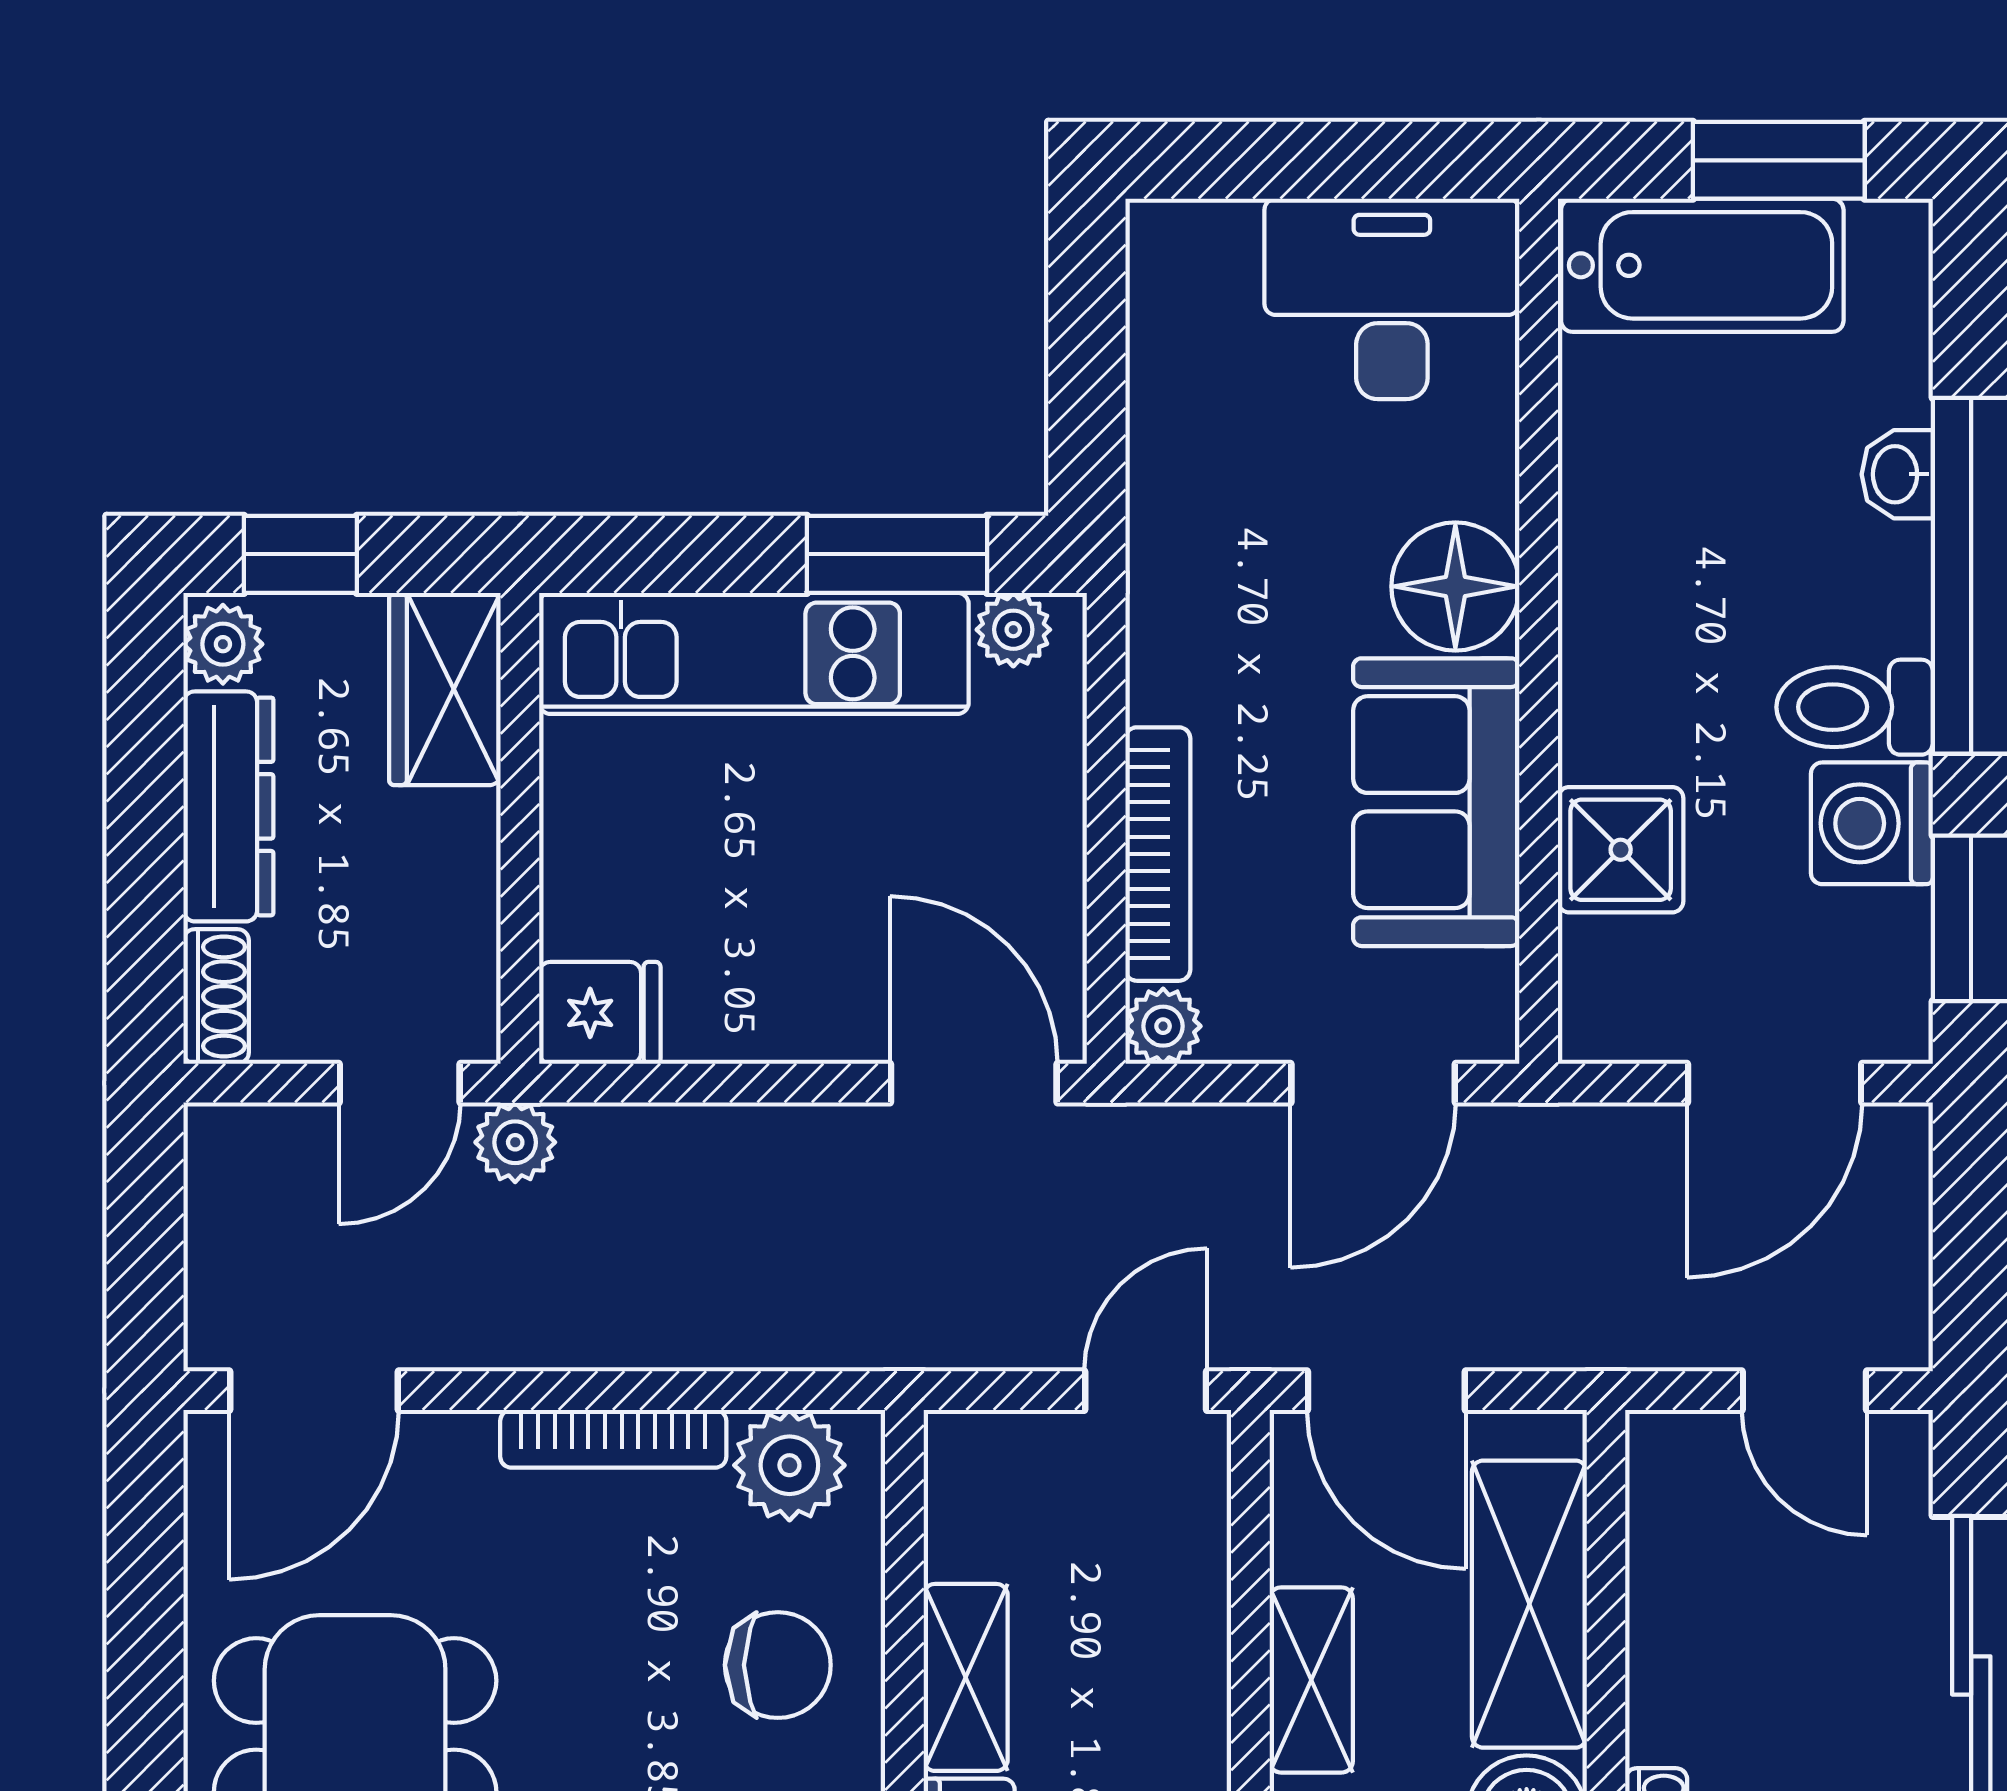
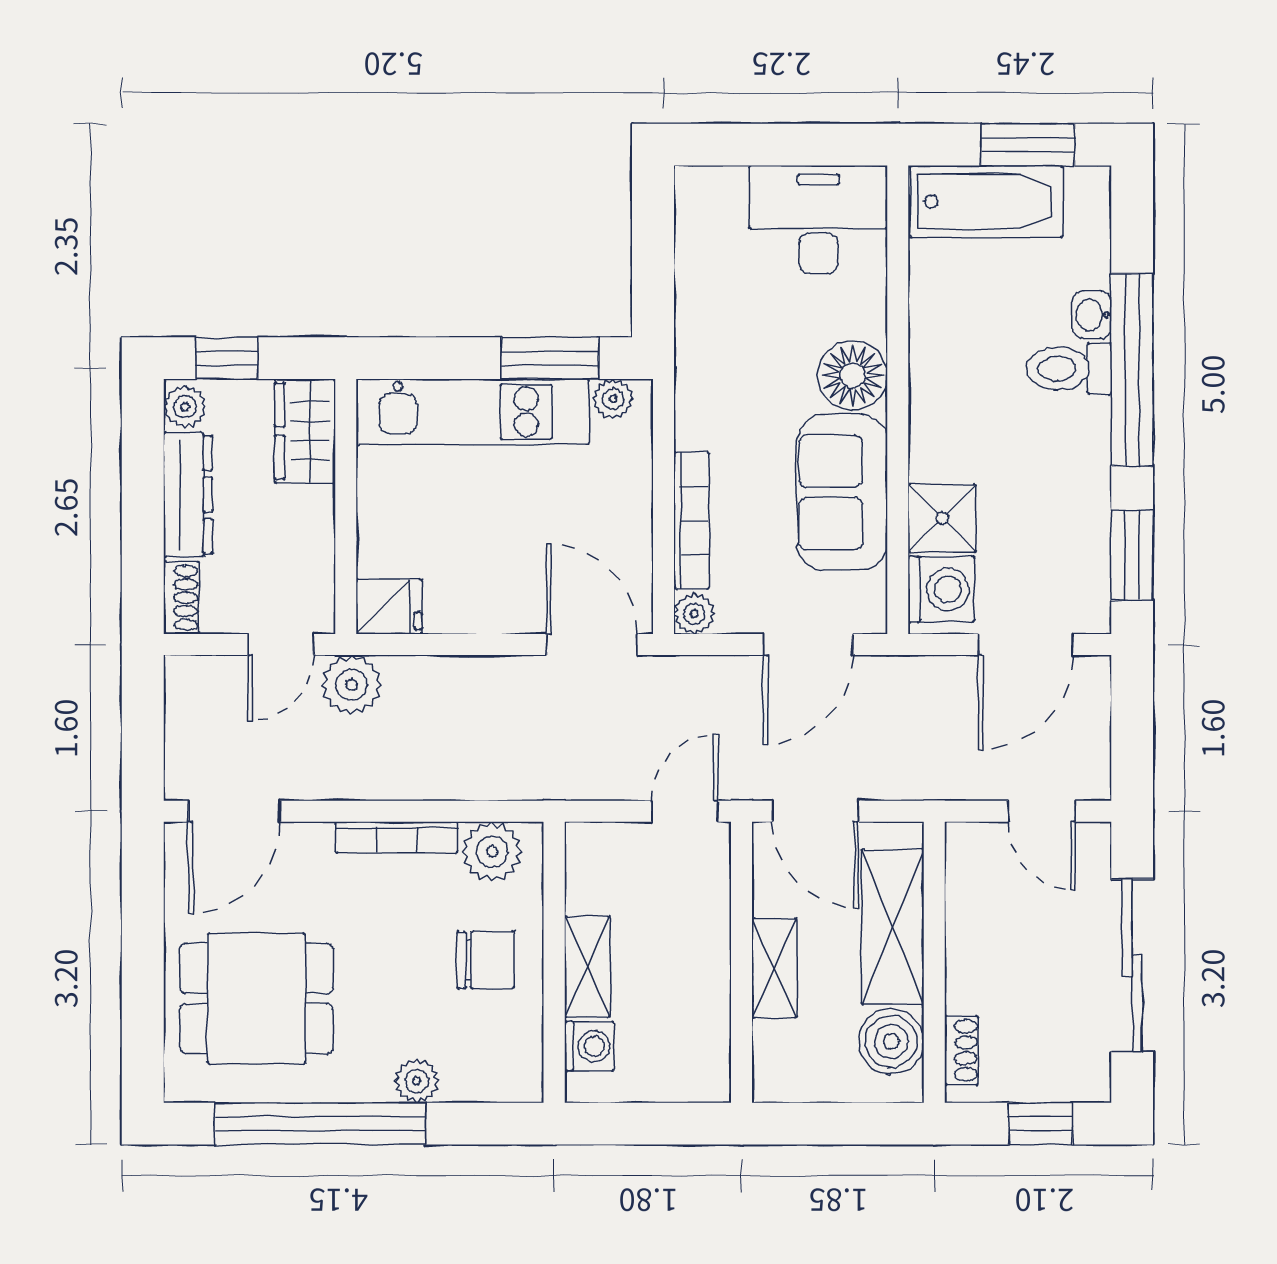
toilet: (1855, 707) -> (1069, 369), moved
washing machine: (1872, 823) -> (941, 589), moved, turned 180
plant: (515, 1142) -> (351, 685), width x1.38, depth x1.38

